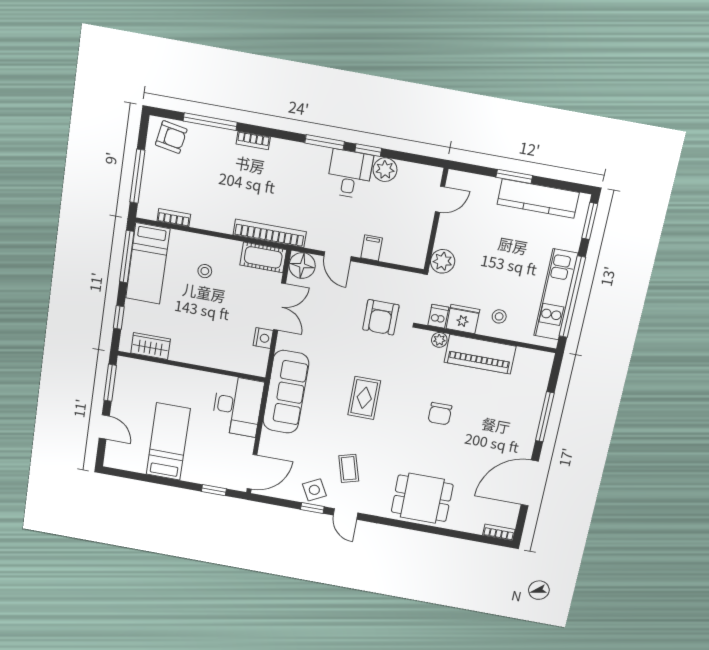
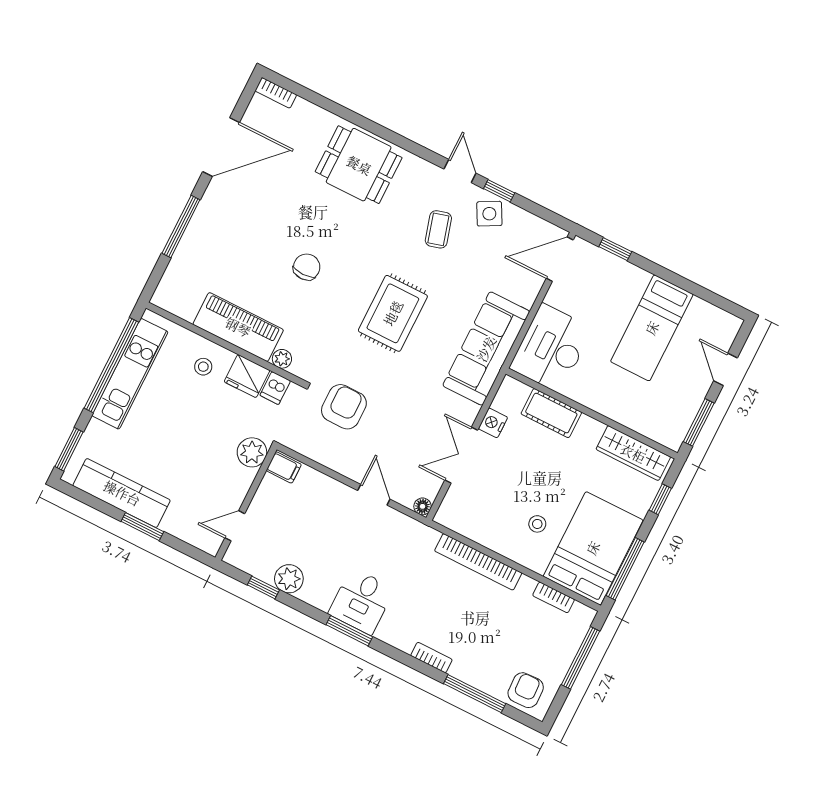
armchair: (171, 137) -> (526, 690), turned 78
window: (368, 150) -> (263, 587), moved
desk: (350, 174) -> (361, 601), moved
bookcase: (270, 233) -> (478, 562), moved
filing cabinet: (372, 248) -> (284, 467), moved, turned -90
cot: (263, 257) -> (551, 413), moved
bed: (148, 263) -> (593, 548), width x1.50
floor lamp: (302, 266) -> (423, 506), width x0.53, depth x0.53
wardrobe: (151, 346) -> (633, 453), width x1.50
rug: (364, 398) -> (393, 313), width x1.36, depth x1.43

